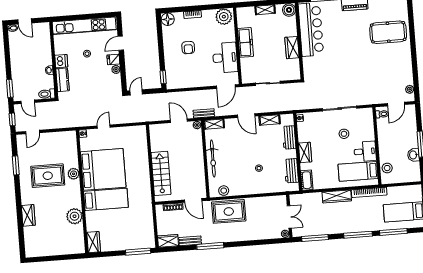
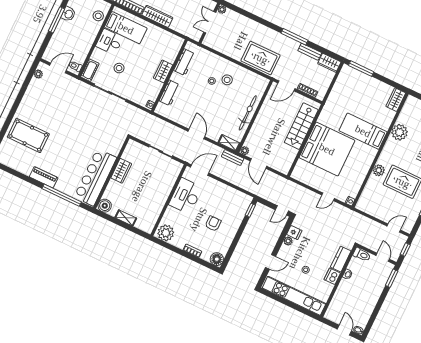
freezer: (245, 42) -> (160, 199), removed
fridge: (113, 59) -> (294, 232), moved
shelving: (270, 120) -> (178, 118), removed
bed: (103, 169) -> (327, 149), moved, turned 180
cot: (307, 180) -> (90, 70), moved
stool: (224, 191) -> (227, 80), moved
door: (193, 200) -> (286, 86), swing flipped

